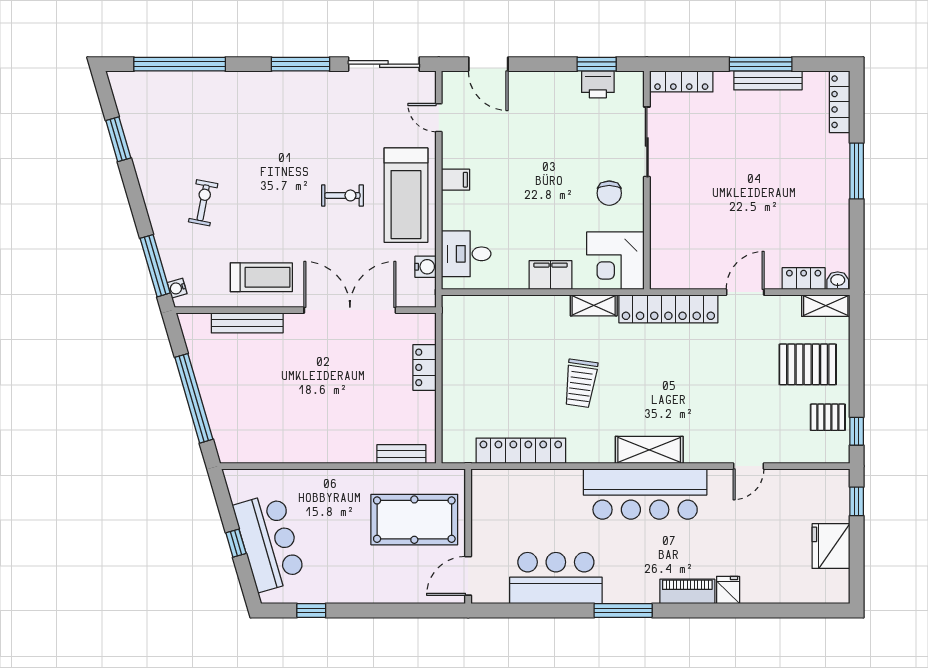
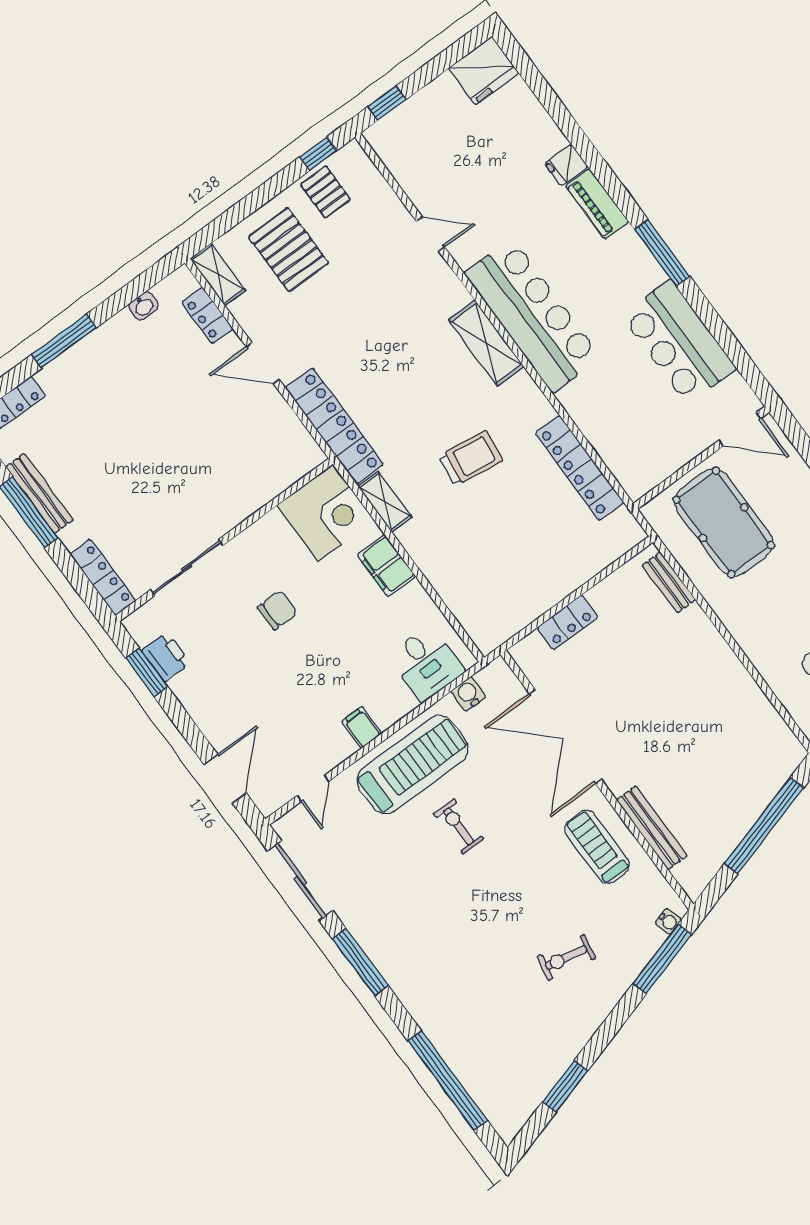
chair: (609, 193) -> (277, 610), moved
washbasin: (838, 281) -> (144, 306), moved, turned -90
fridge: (831, 546) -> (484, 71), moved

